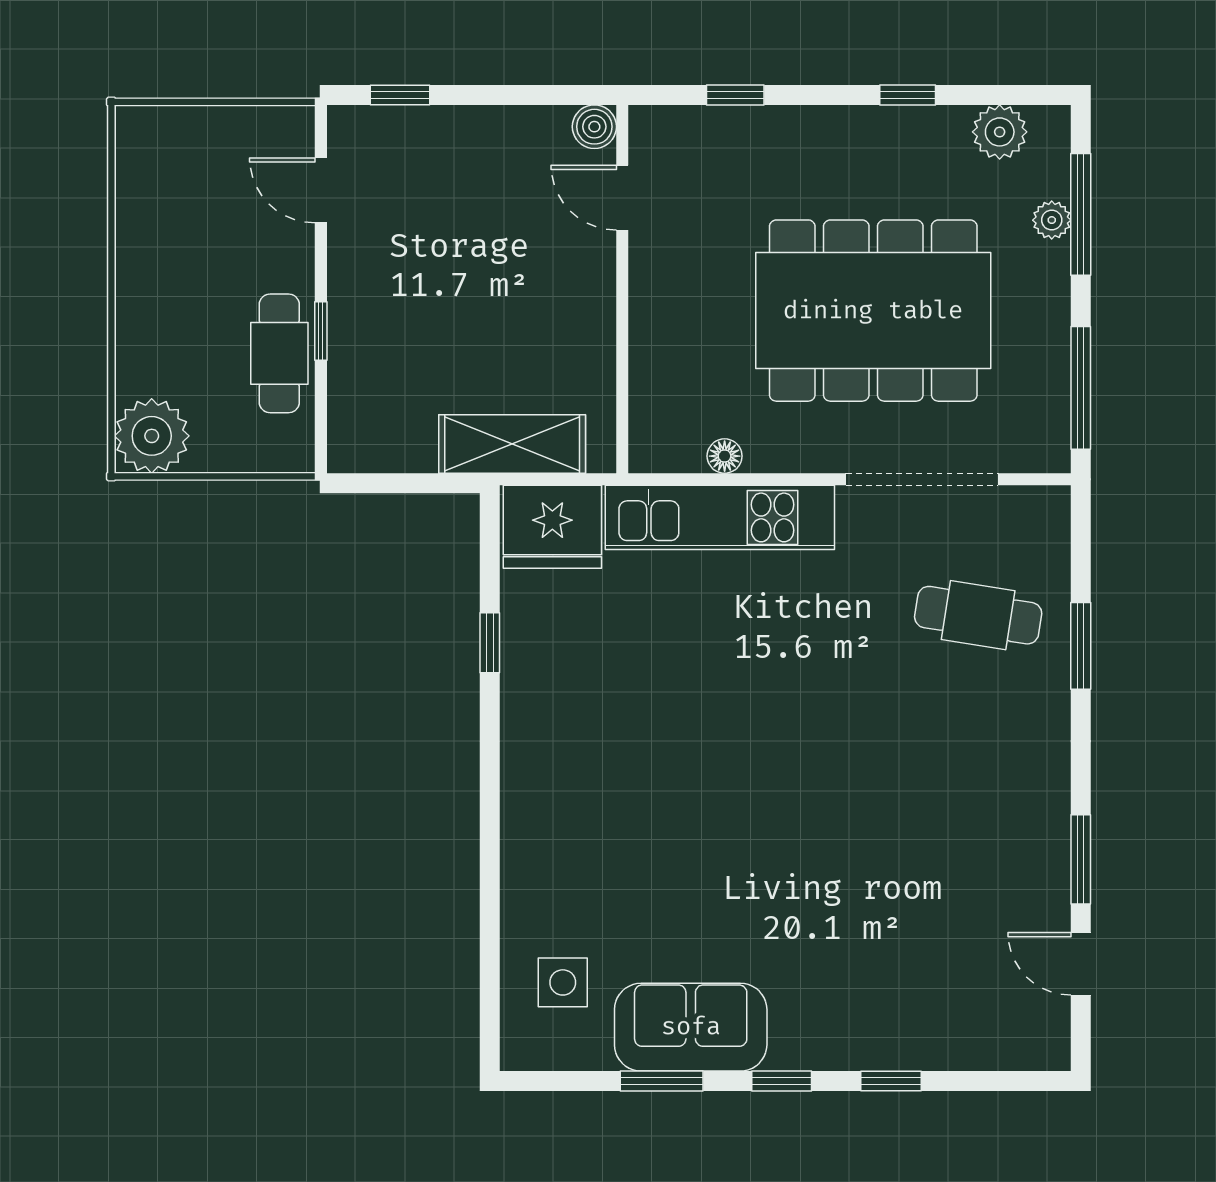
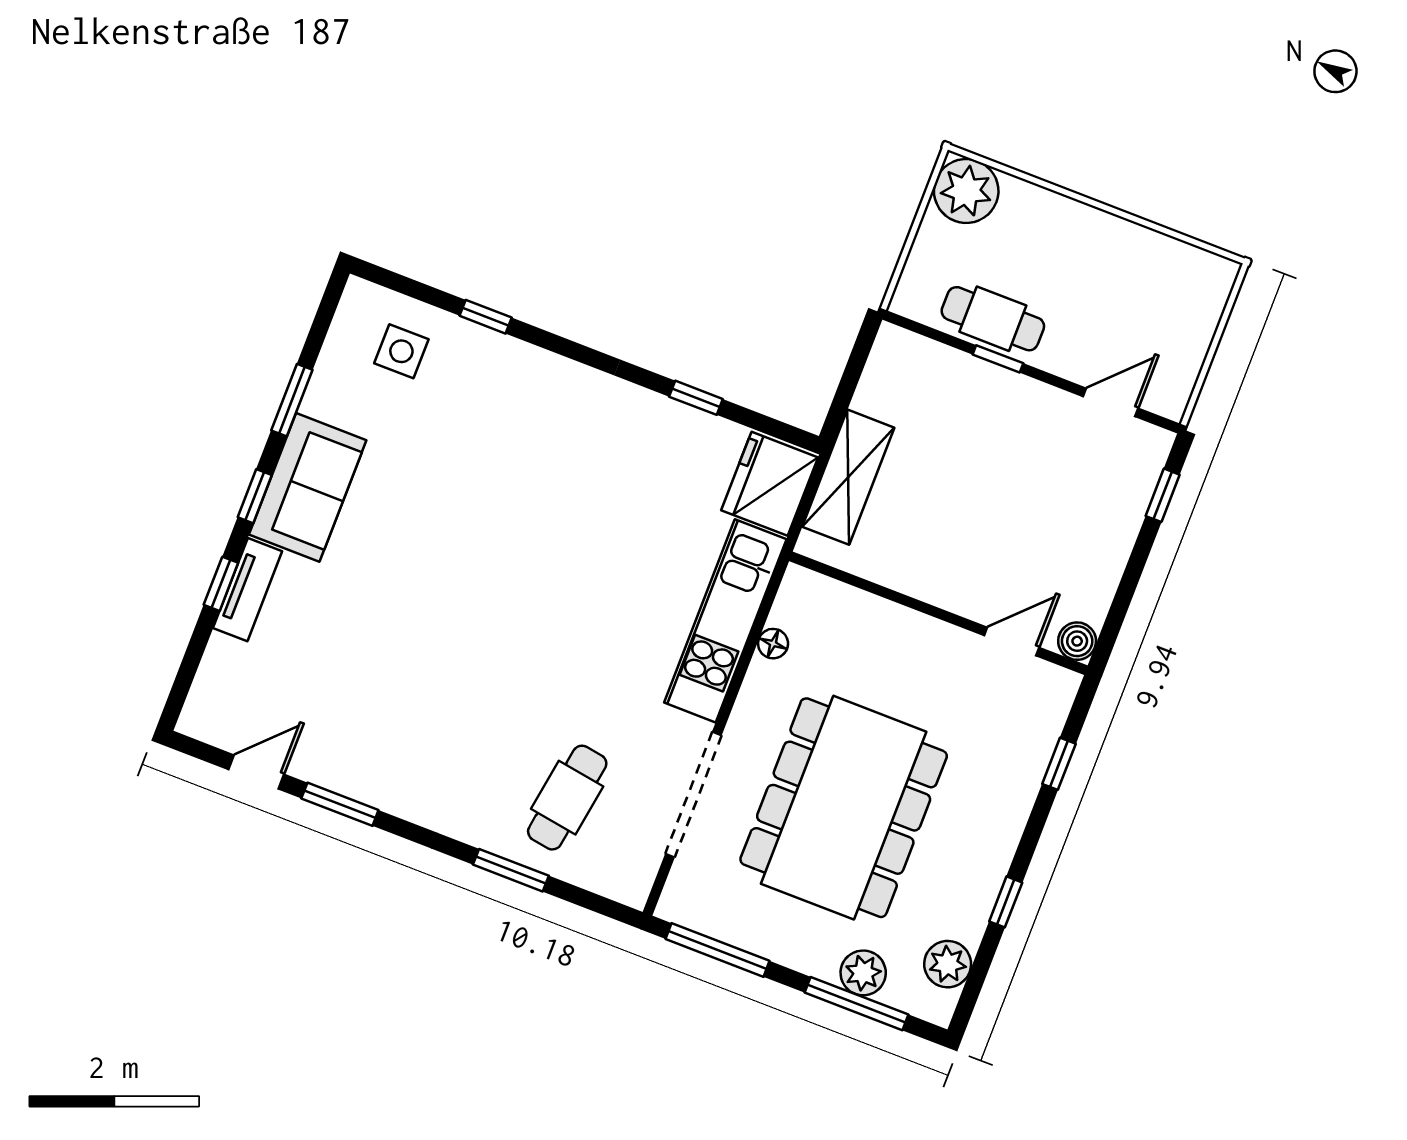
plant: (1052, 220) -> (863, 973), width x1.38, depth x1.38
window: (490, 905) -> (486, 317), added
sofa: (691, 1027) -> (308, 487), moved
tv unit: (886, 1050) -> (248, 590), added

